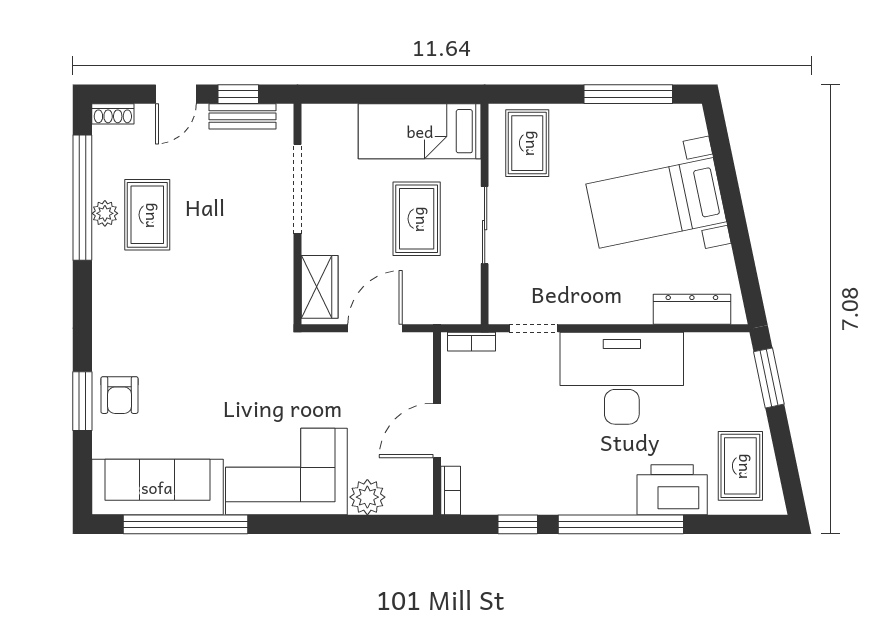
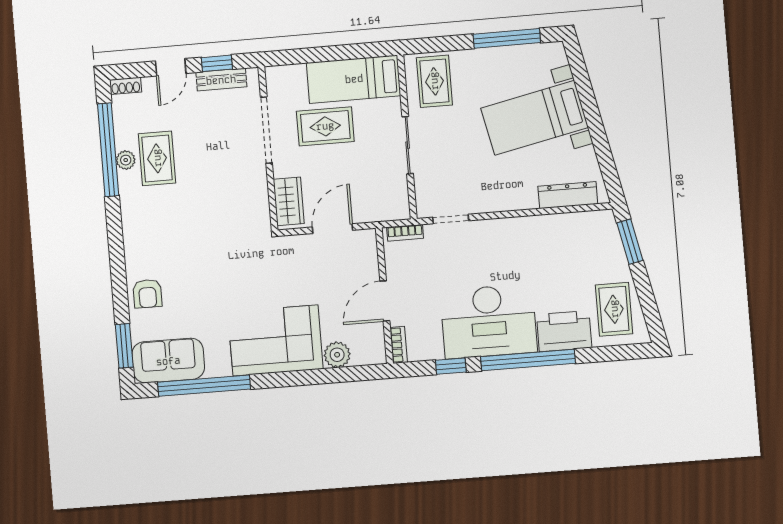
rug: (417, 219) -> (325, 126), moved, turned 90
desk: (622, 378) -> (489, 321), moved, turned 180
window: (82, 401) -> (124, 346), moved
sofa: (157, 487) -> (168, 361), width x0.73

